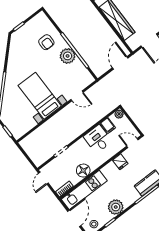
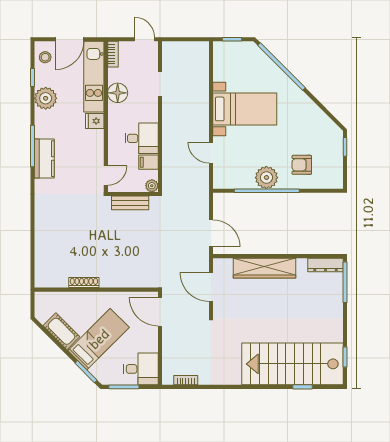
door: (77, 96) -> (211, 153), hinge flipped
bench: (137, 119) -> (130, 203), added
fridge: (120, 162) -> (95, 121), moved
door: (74, 218) -> (69, 39), hinge flipped

